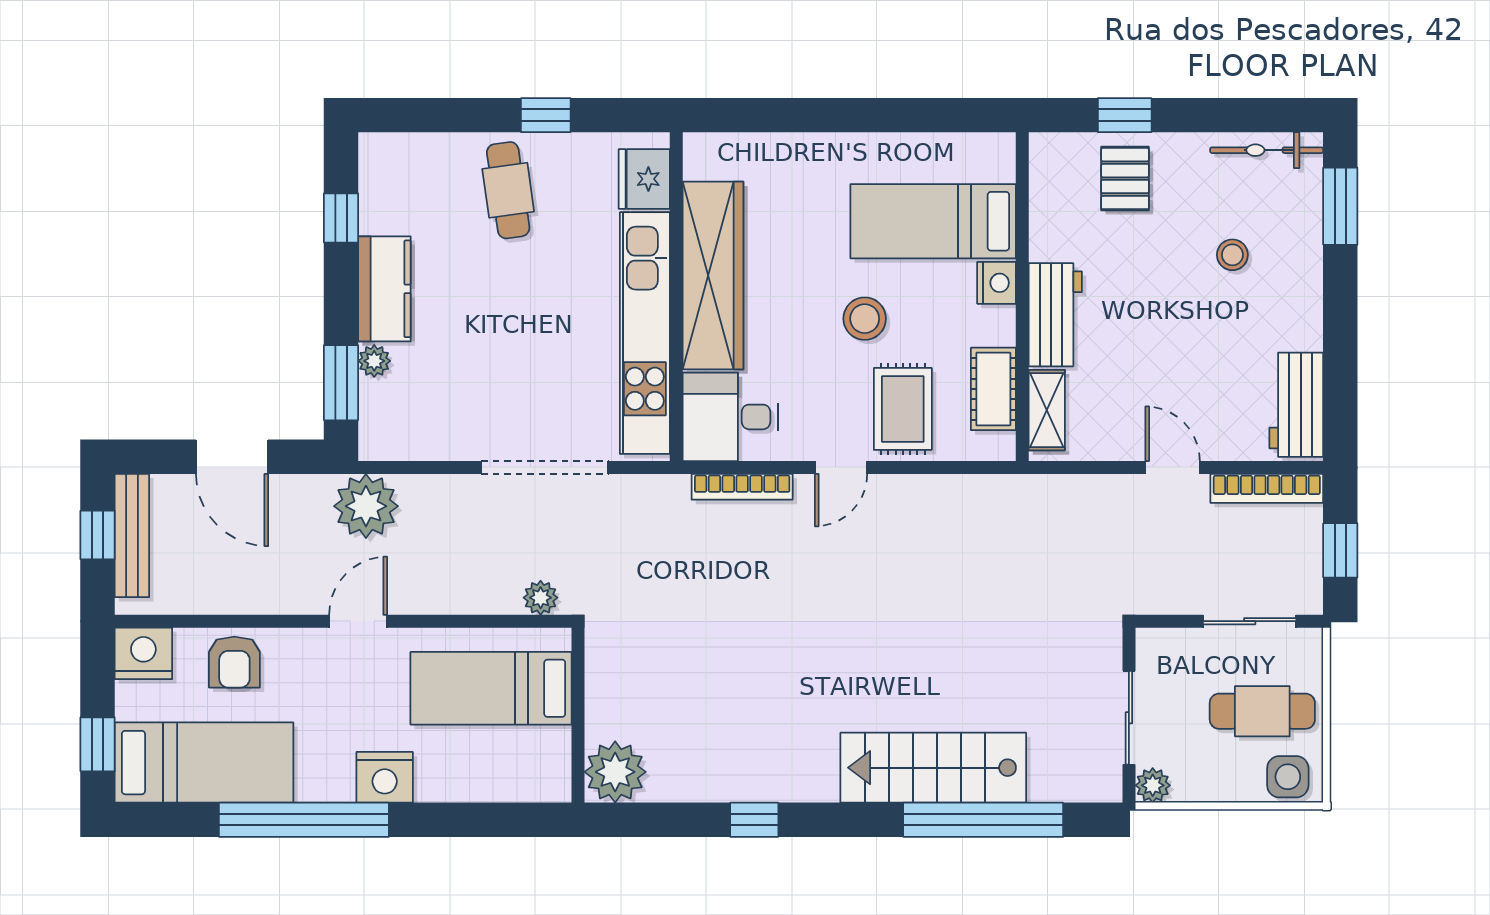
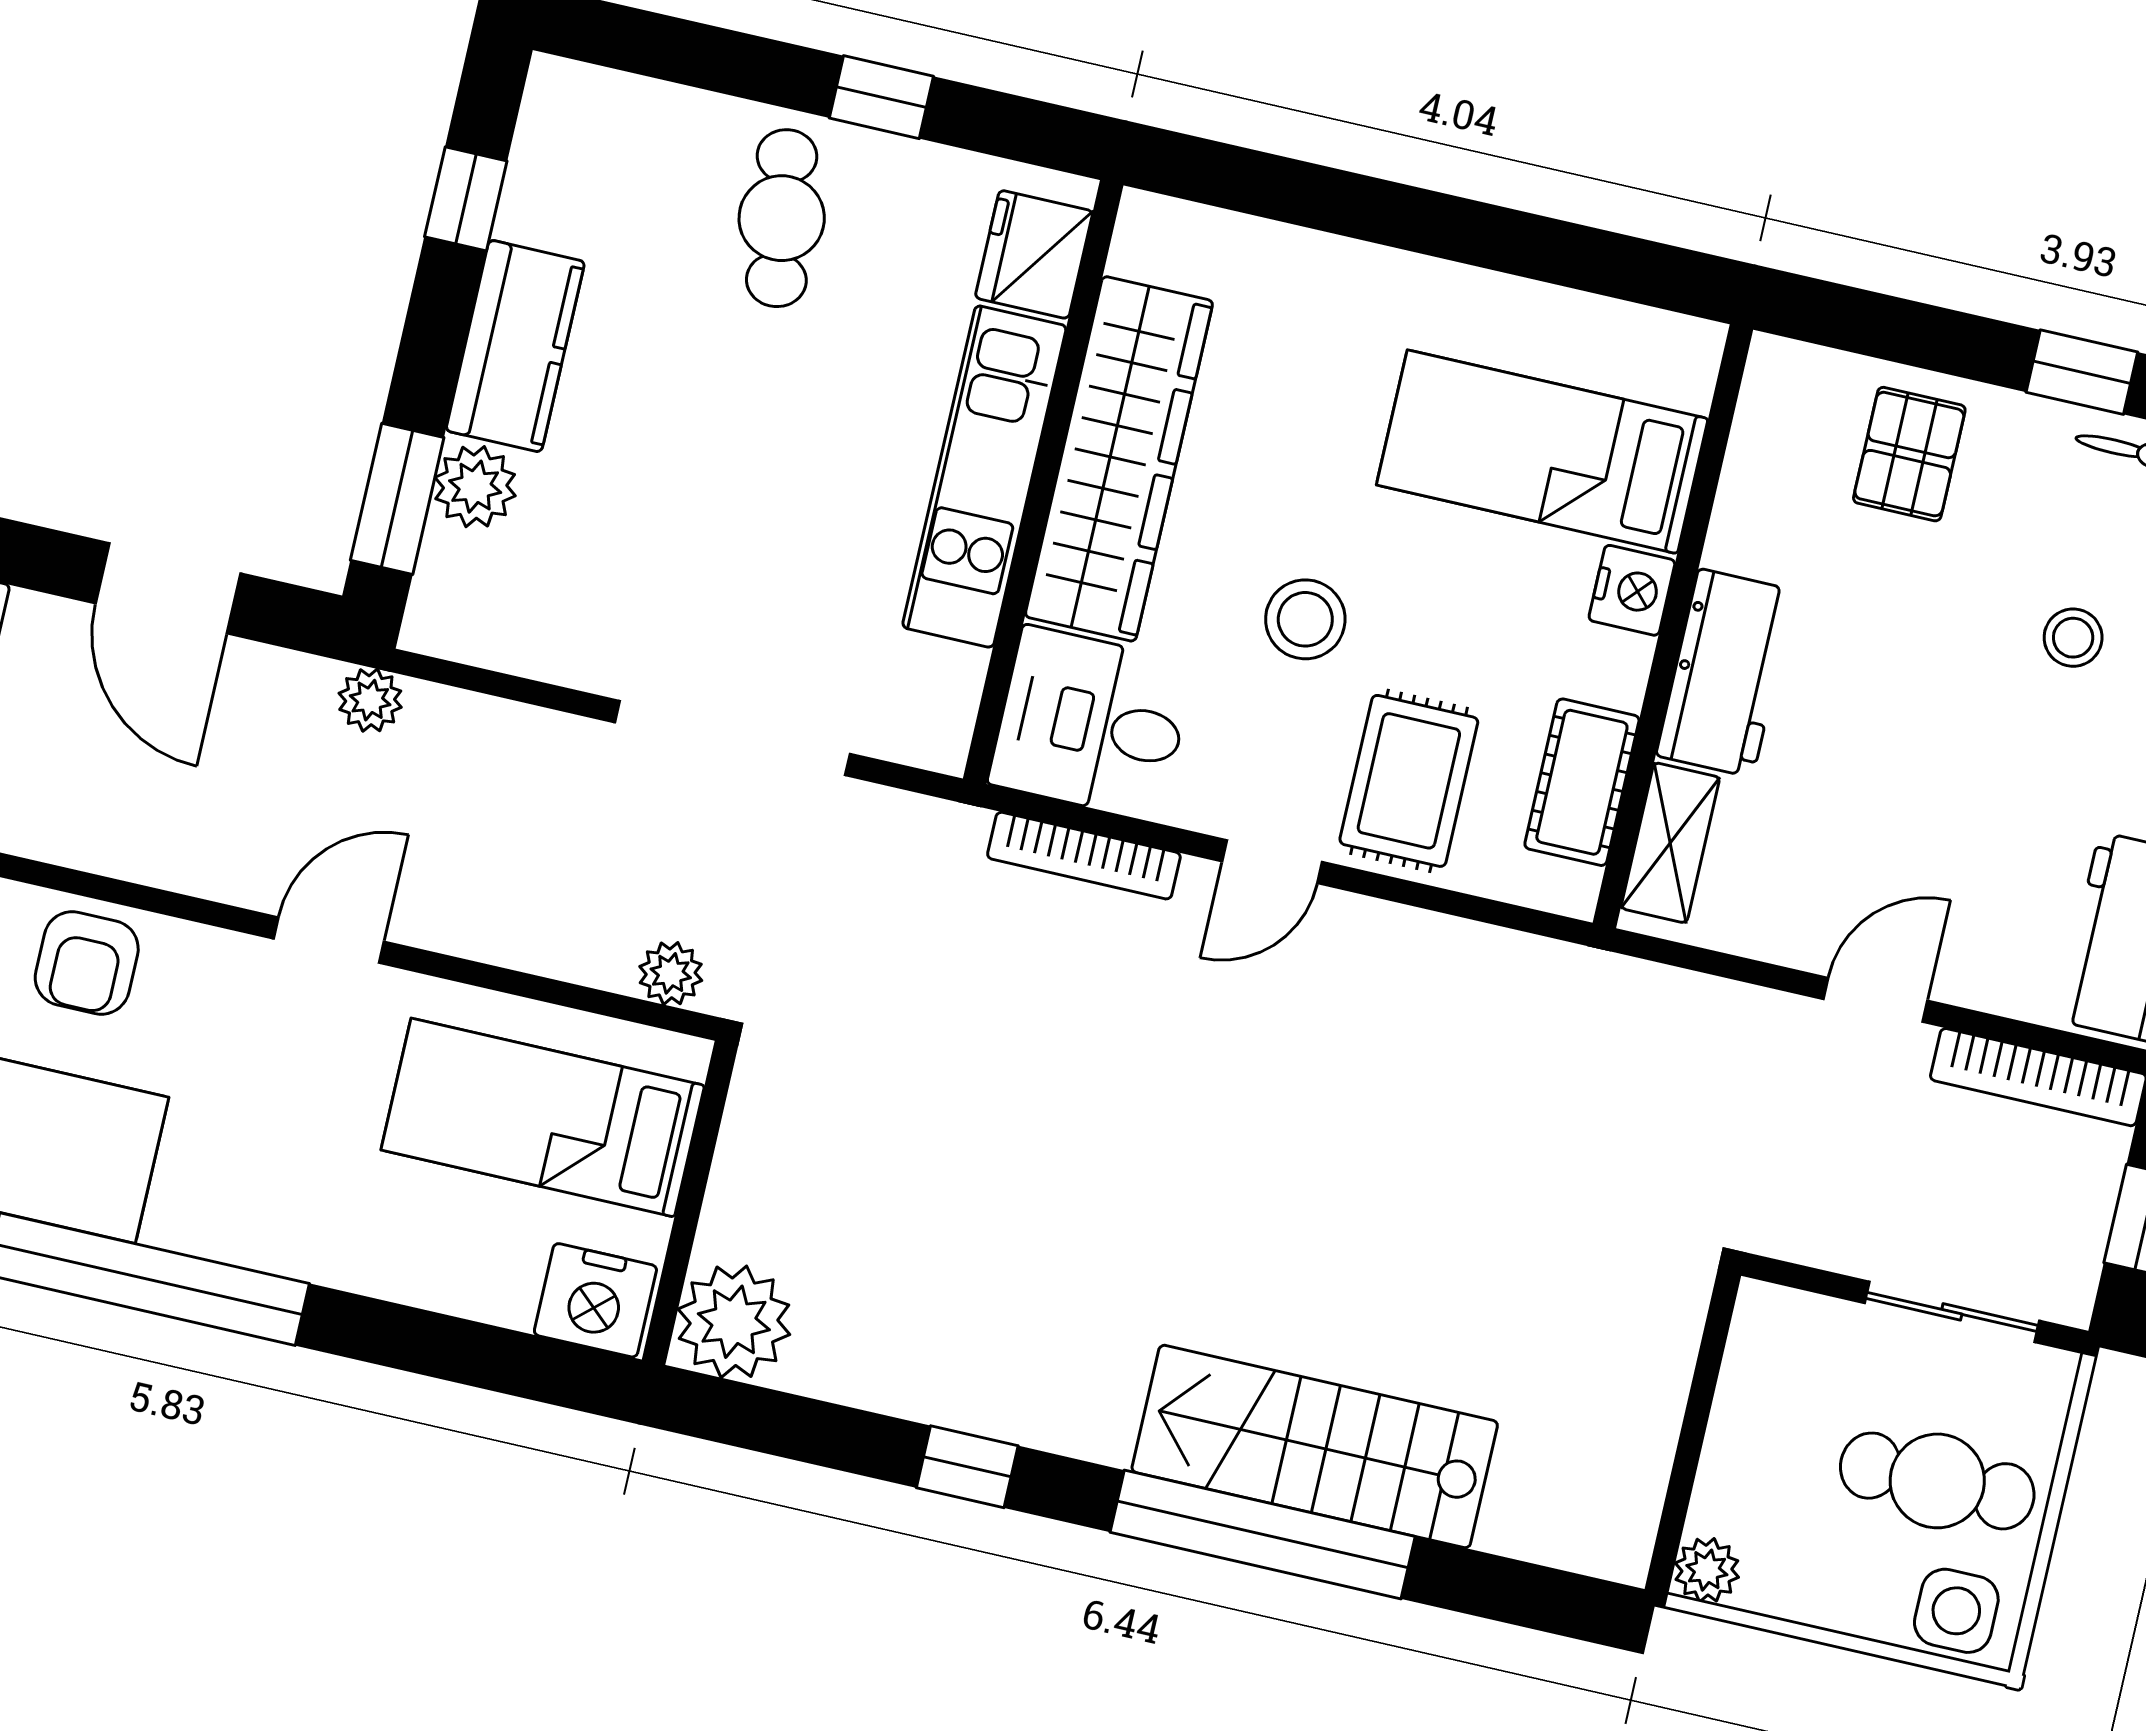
window: (1125, 115) -> (2082, 372), moved
stool: (865, 319) -> (1305, 619), moved
kitchen unit: (645, 333) -> (984, 477), width x0.73
plant: (374, 361) -> (475, 487), width x1.38, depth x1.38
door: (1173, 467) -> (1875, 1000), hinge flipped
plant: (366, 506) -> (370, 700), width x0.53, depth x0.53
sliding door: (1129, 718) -> (1692, 1437), removed
nightstand: (385, 777) -> (595, 1300), moved
window: (983, 820) -> (1263, 1534), moved

